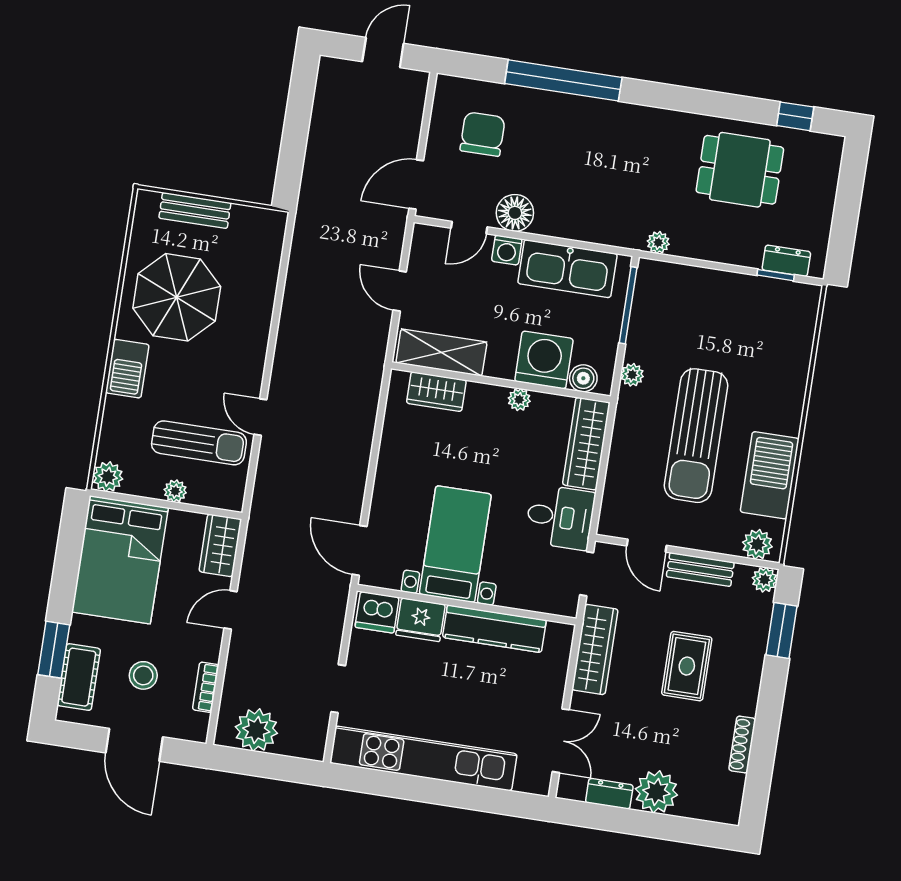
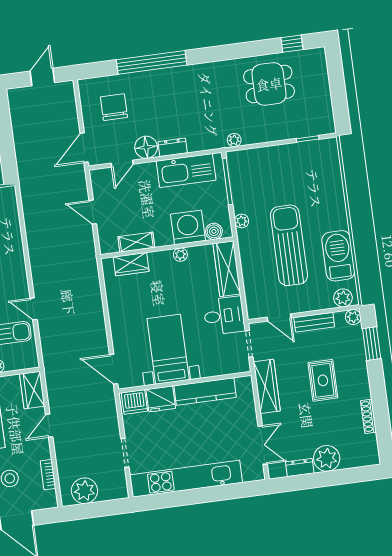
washing machine: (507, 250) -> (148, 170), removed
dresser: (786, 261) -> (173, 147), moved
shelving: (441, 352) -> (136, 242), width x0.67, depth x0.75
sun lounger: (696, 436) -> (289, 245), turned 180

